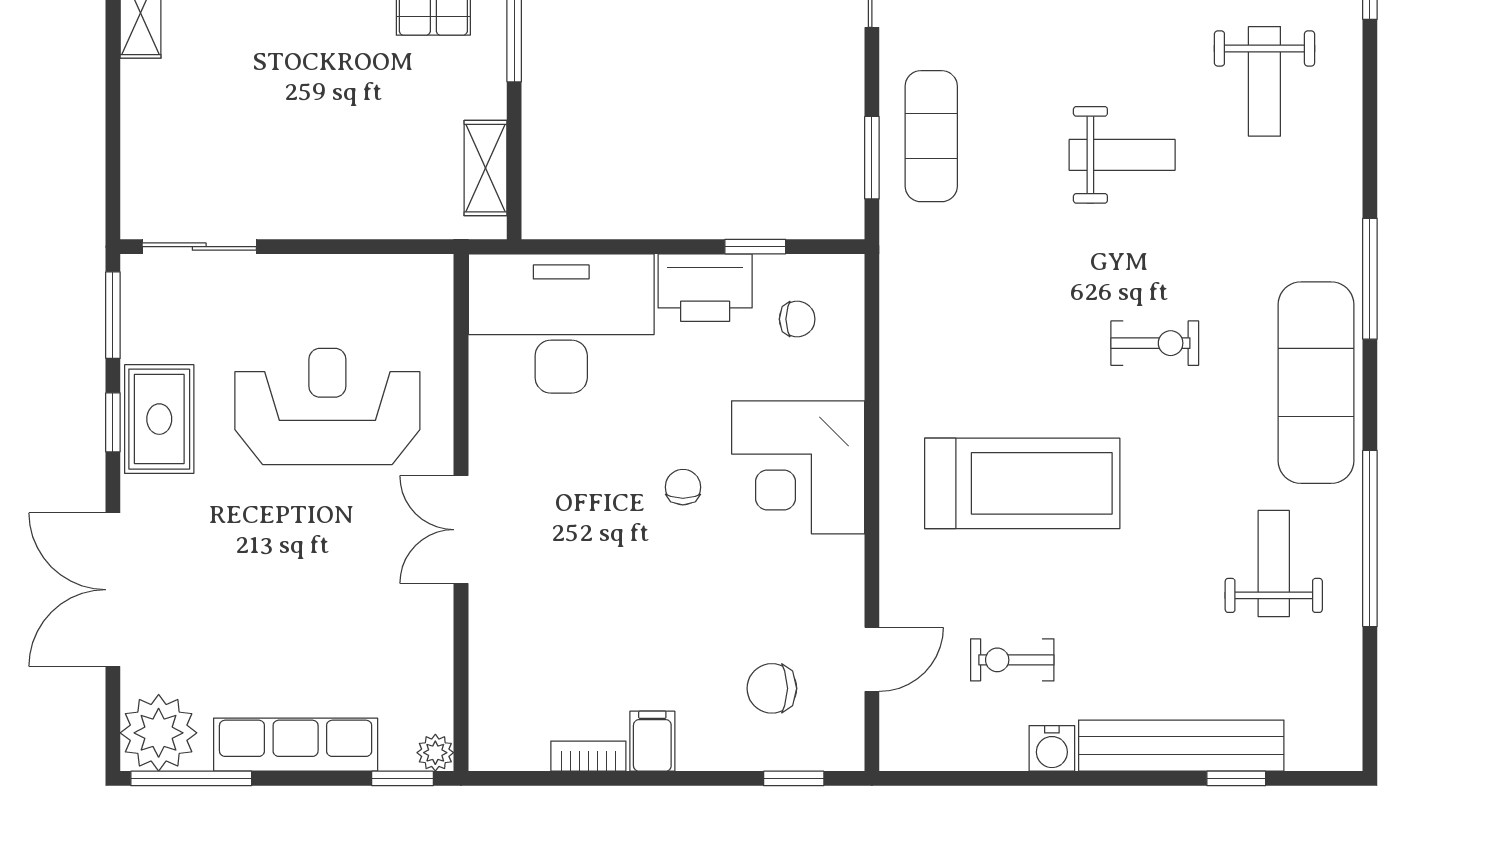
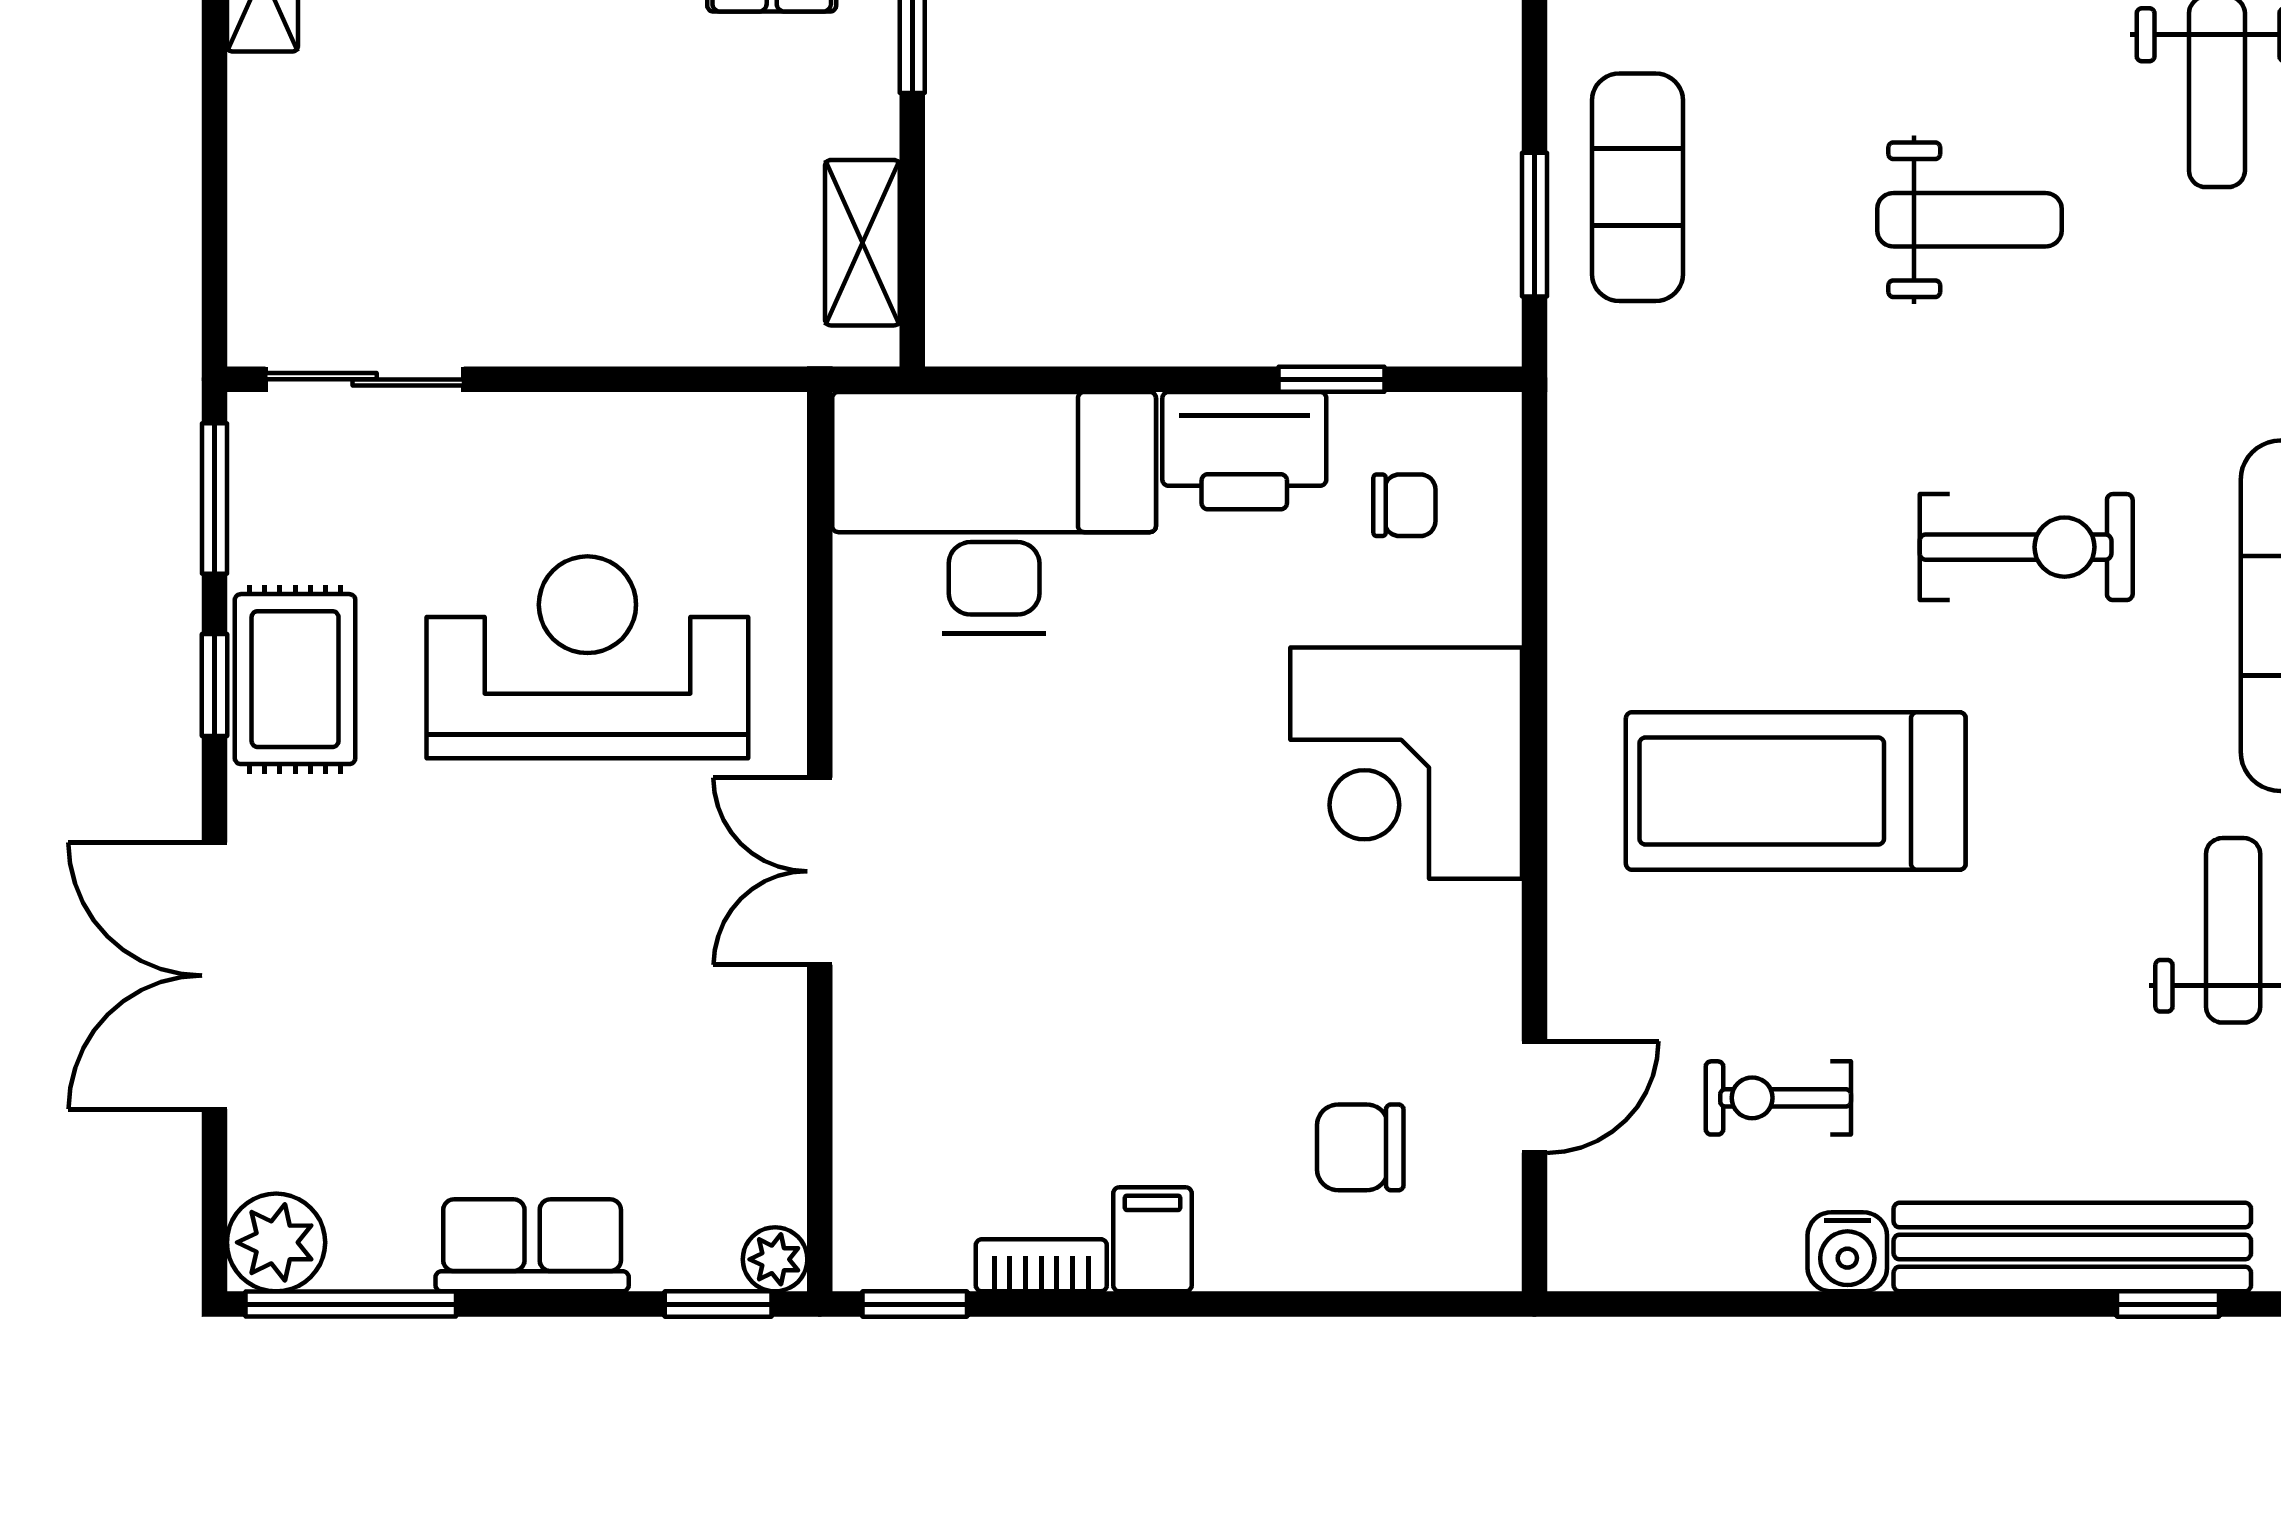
exercise bike: (1155, 343) -> (2026, 547), width x1.38, depth x1.39
treadmill: (1022, 483) -> (1796, 791), turned 180
chair: (683, 487) -> (1206, 797), removed
plant: (159, 733) -> (276, 1242), width x0.73, depth x0.73
row of seats: (296, 745) -> (532, 1245), width x0.68
window: (794, 778) -> (915, 1304), moved

